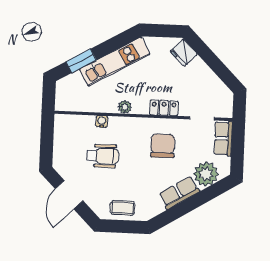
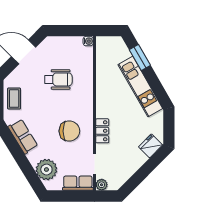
plant: (125, 107) -> (102, 185), moved
water cooler: (102, 121) -> (88, 41), moved
wheelchair: (103, 156) -> (58, 79), turned -90
row of seats: (179, 193) -> (23, 136), moved

